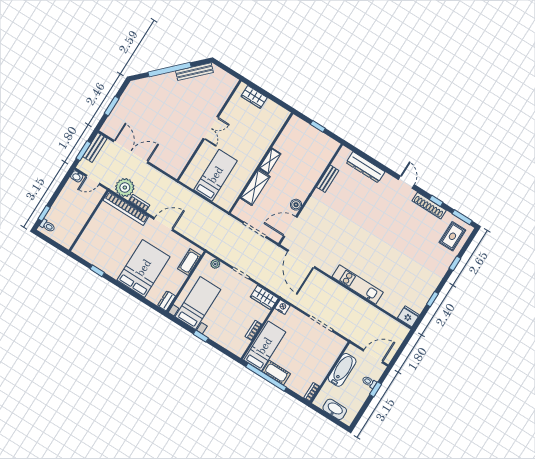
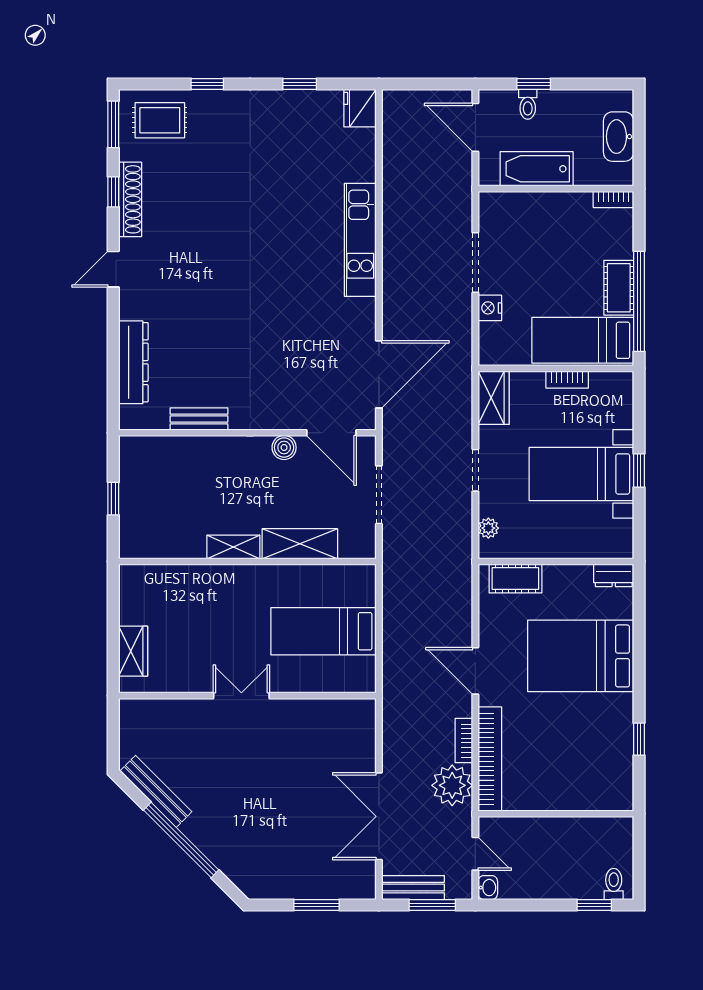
bed with nightstands: (198, 303) -> (581, 474), moved
nightstand: (282, 307) -> (490, 308), moved

